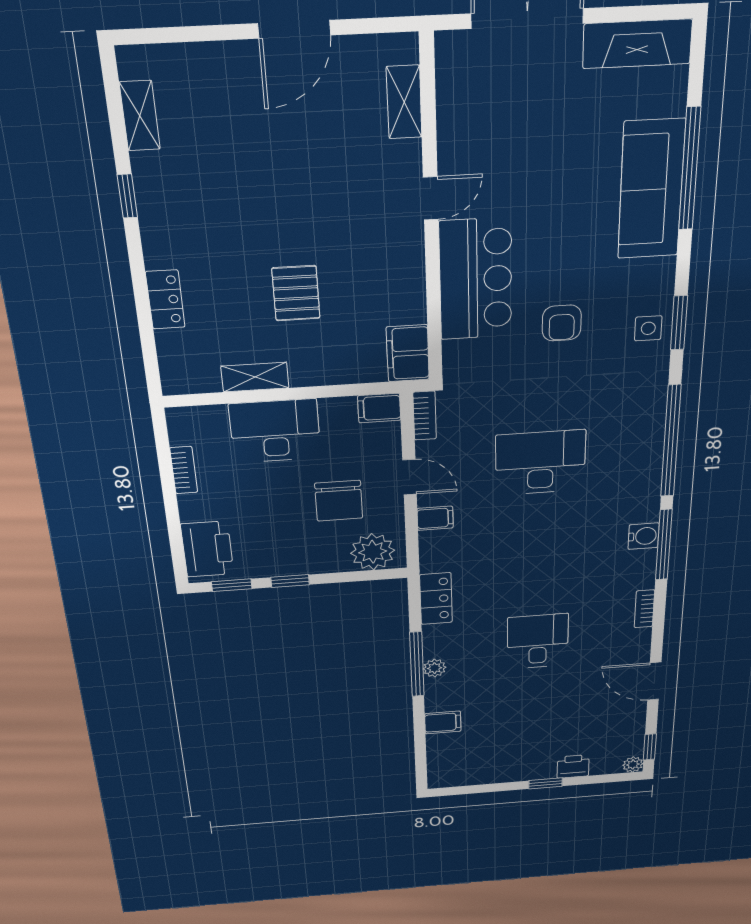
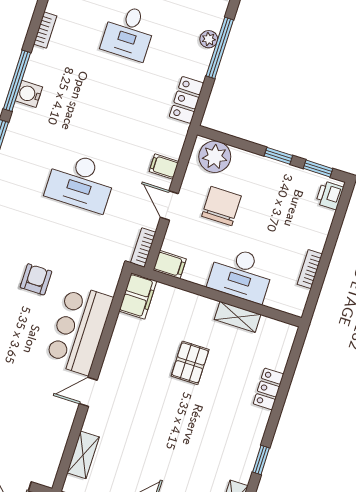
printer: (207, 549) -> (330, 195), width x0.53, depth x0.68

